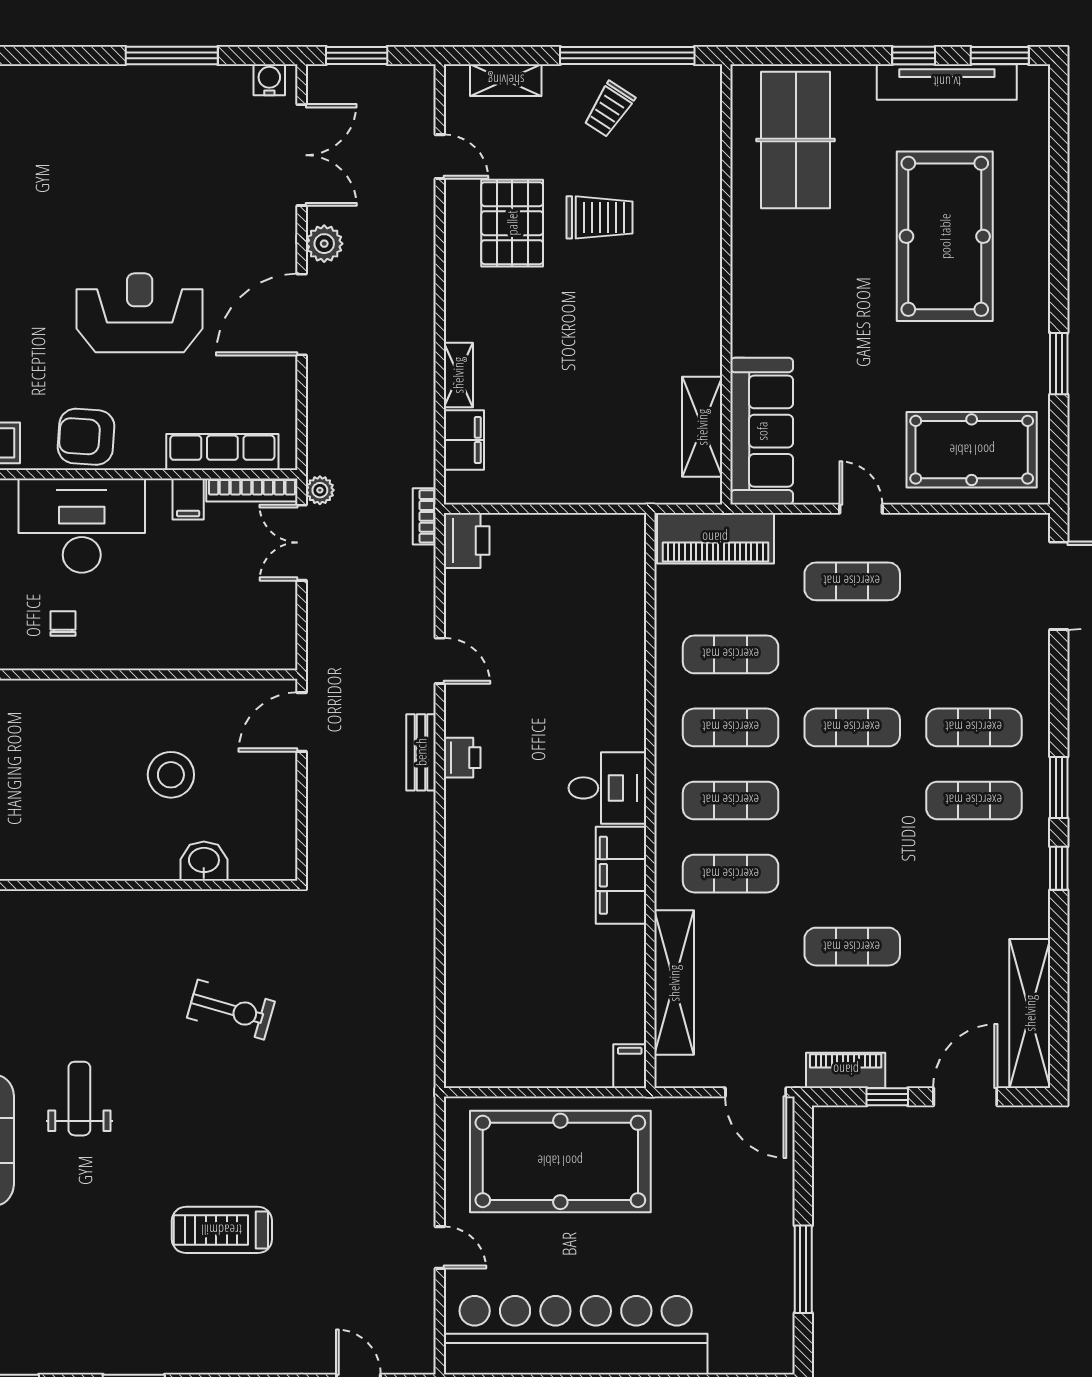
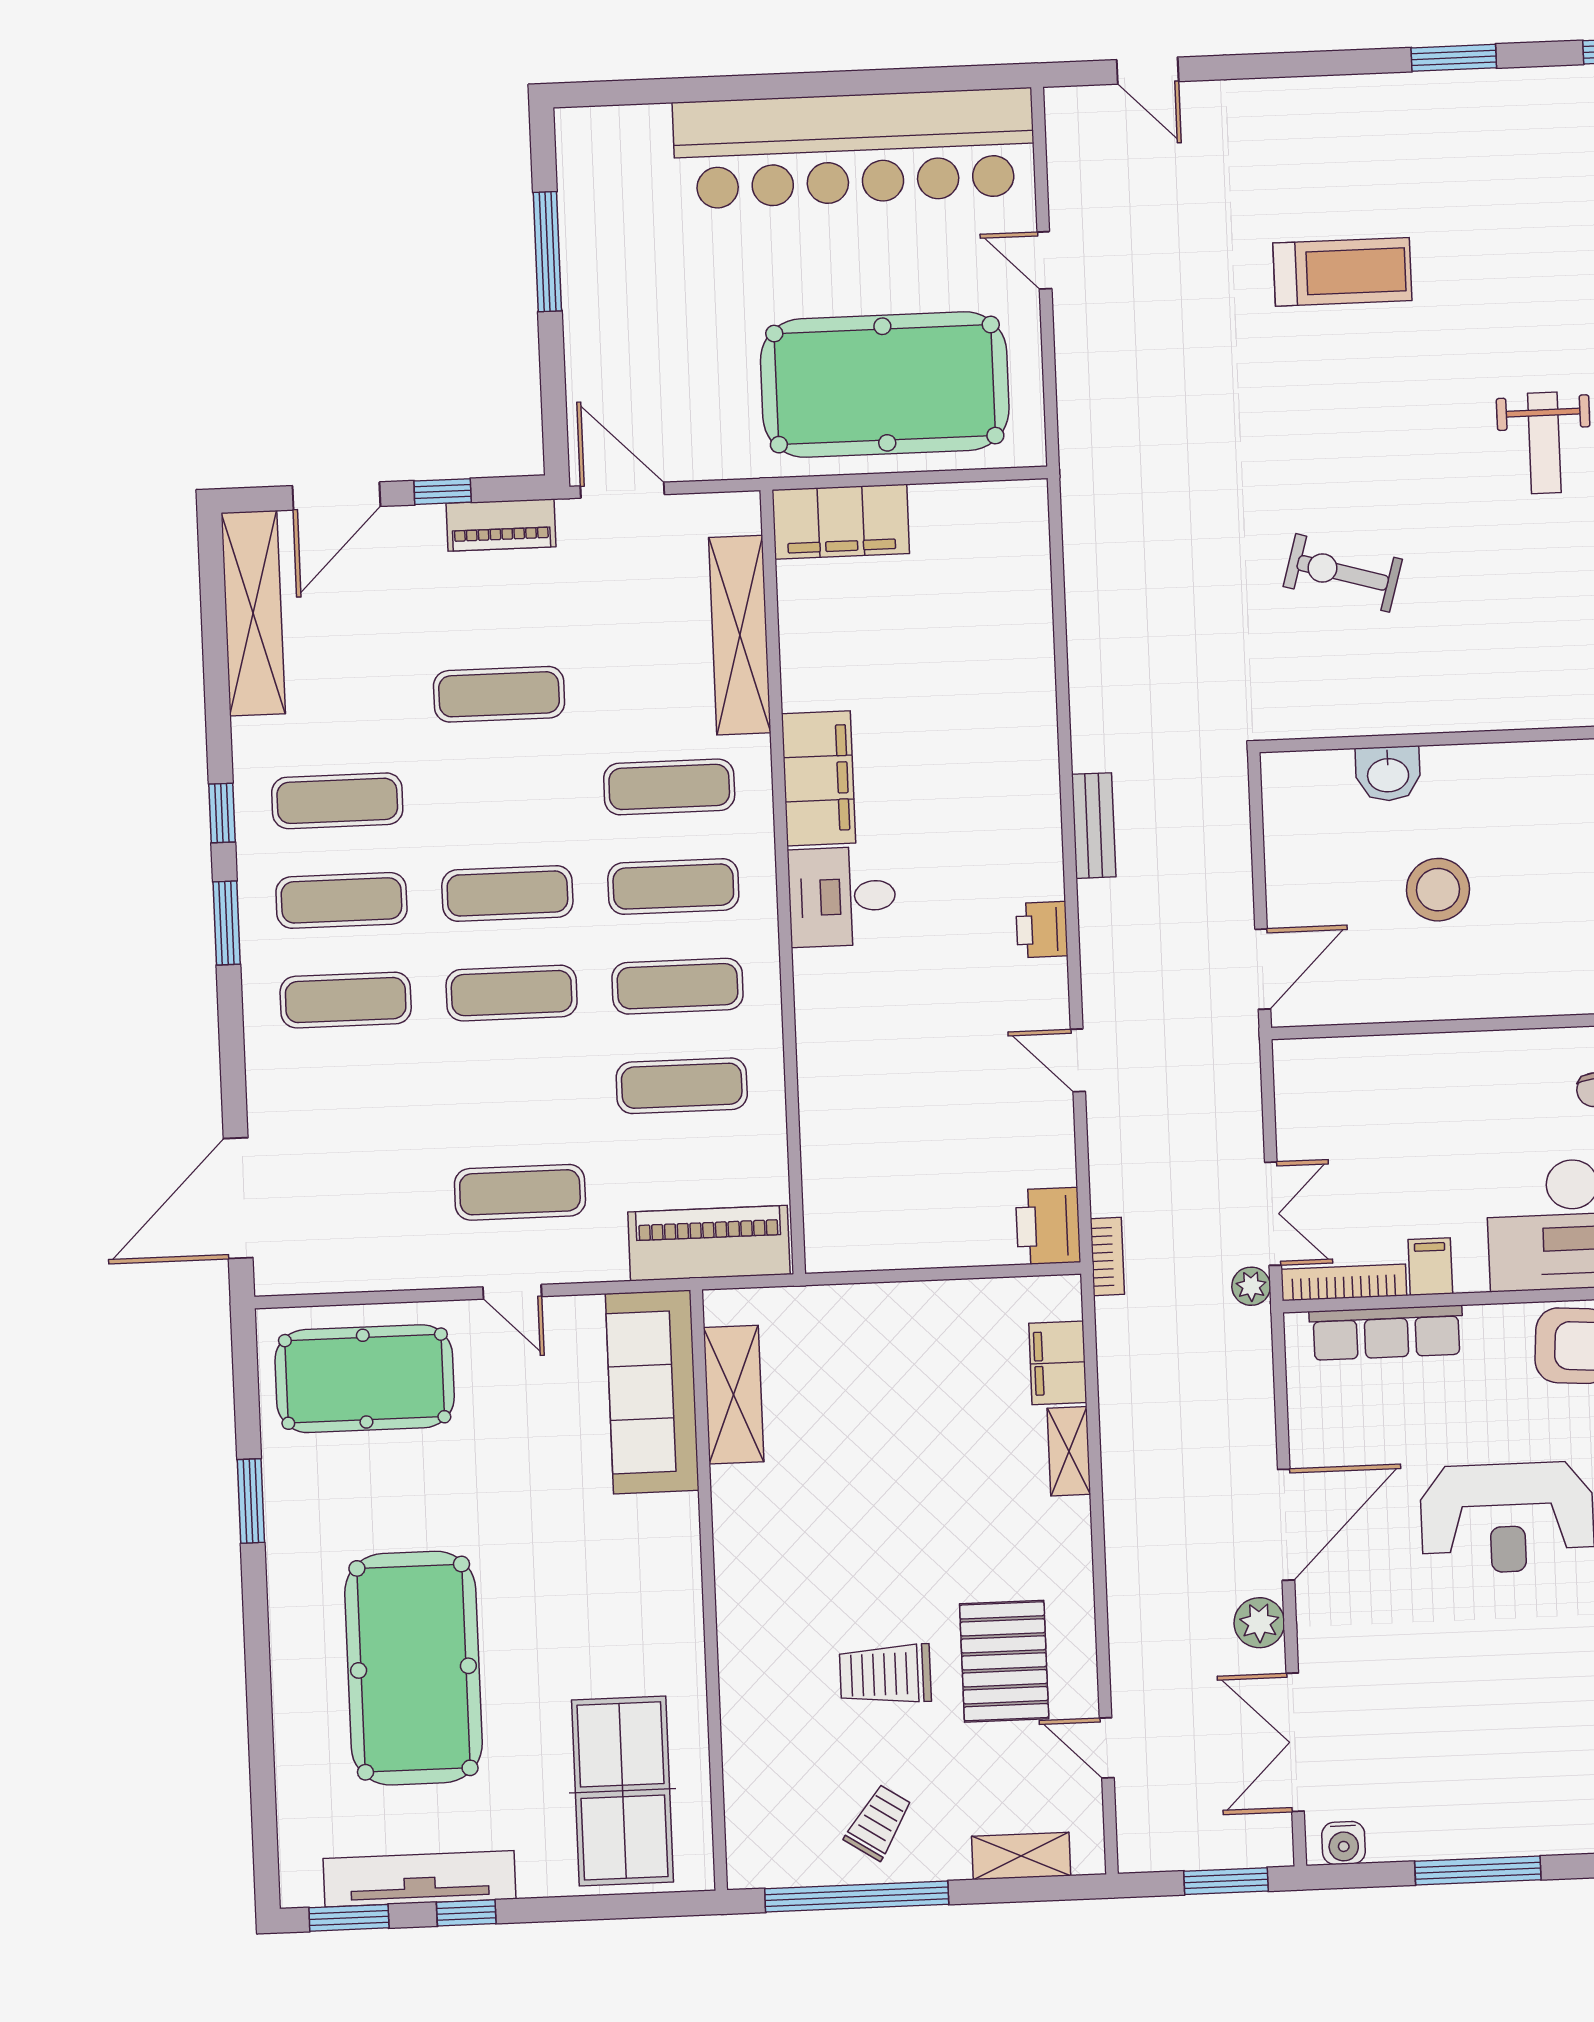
bench: (421, 752) -> (1094, 826), moved
exercise mat: (852, 800) -> (507, 893), added
exercise mat: (974, 874) -> (337, 801), added
filing cabinet: (630, 1066) -> (841, 522), width x3.00, depth x1.17

